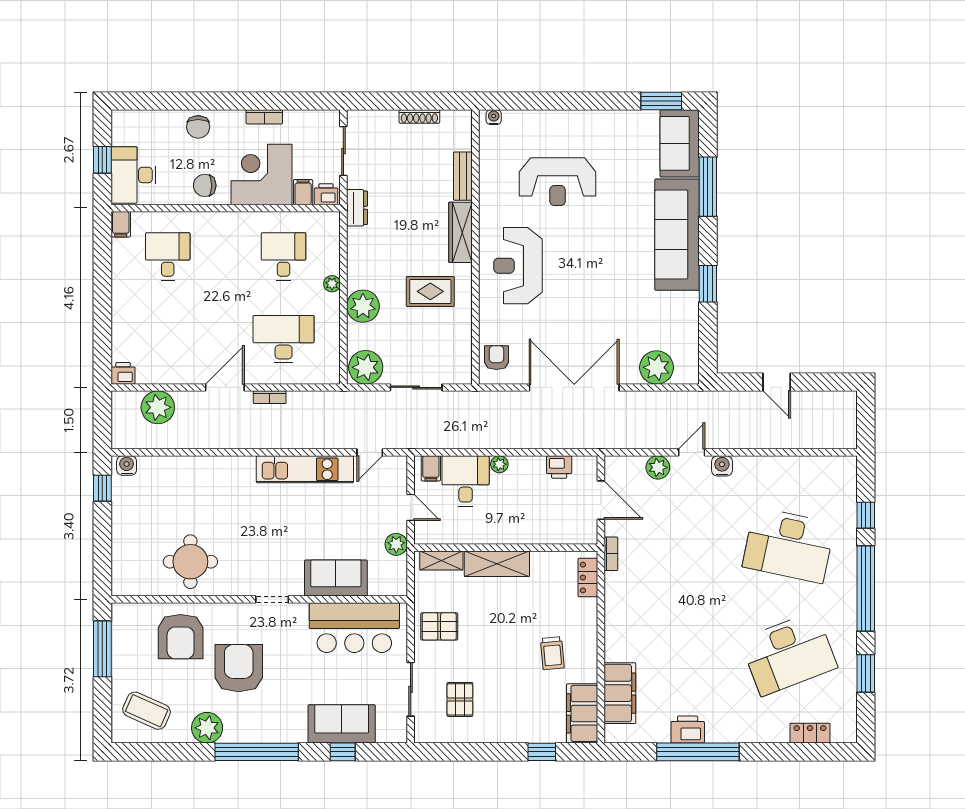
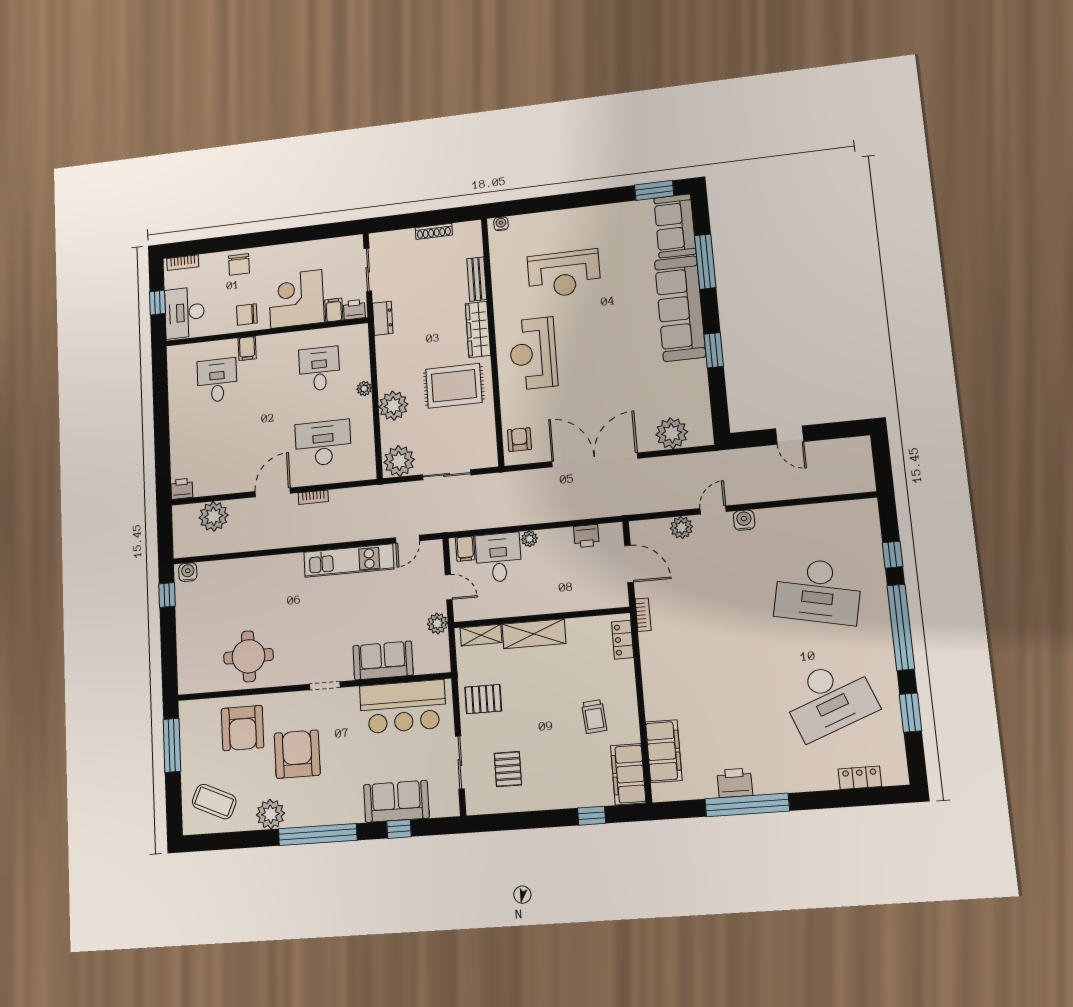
bookcase: (264, 117) -> (183, 263), moved
filing cabinet: (121, 224) -> (247, 348), moved
rug: (430, 291) -> (454, 386), width x1.36, depth x1.43

